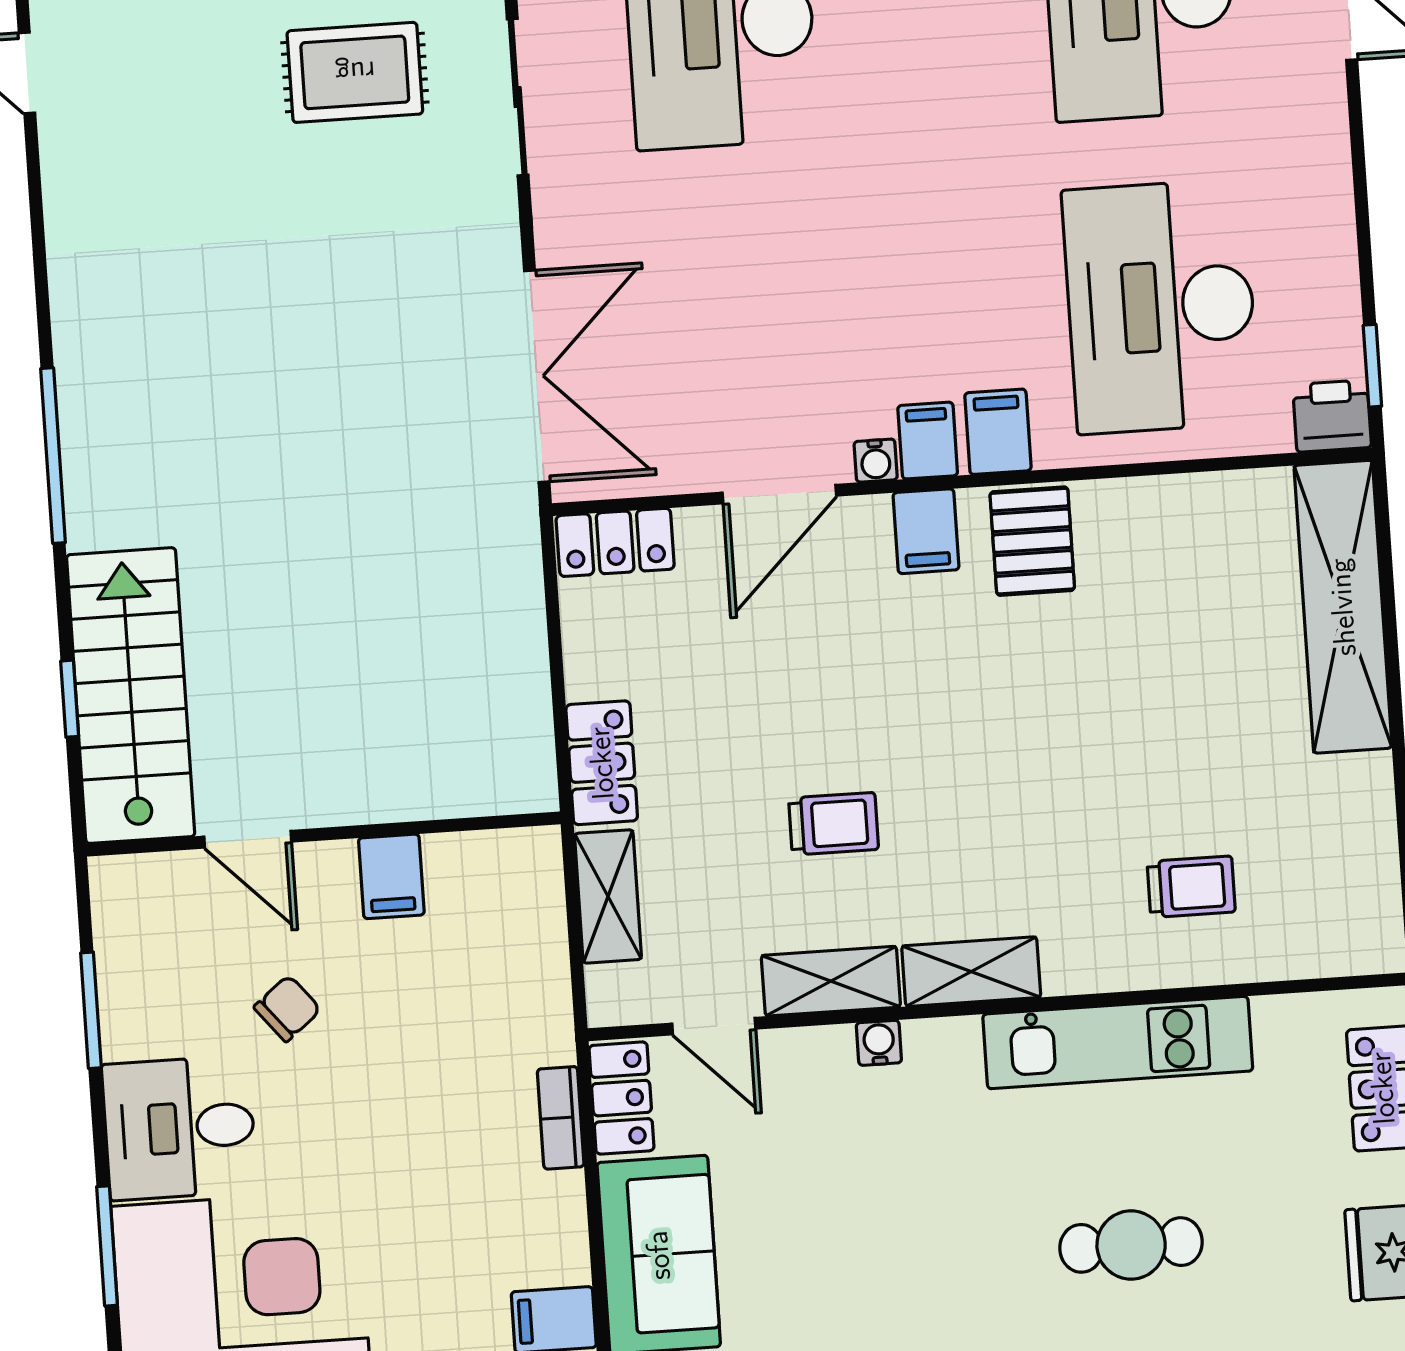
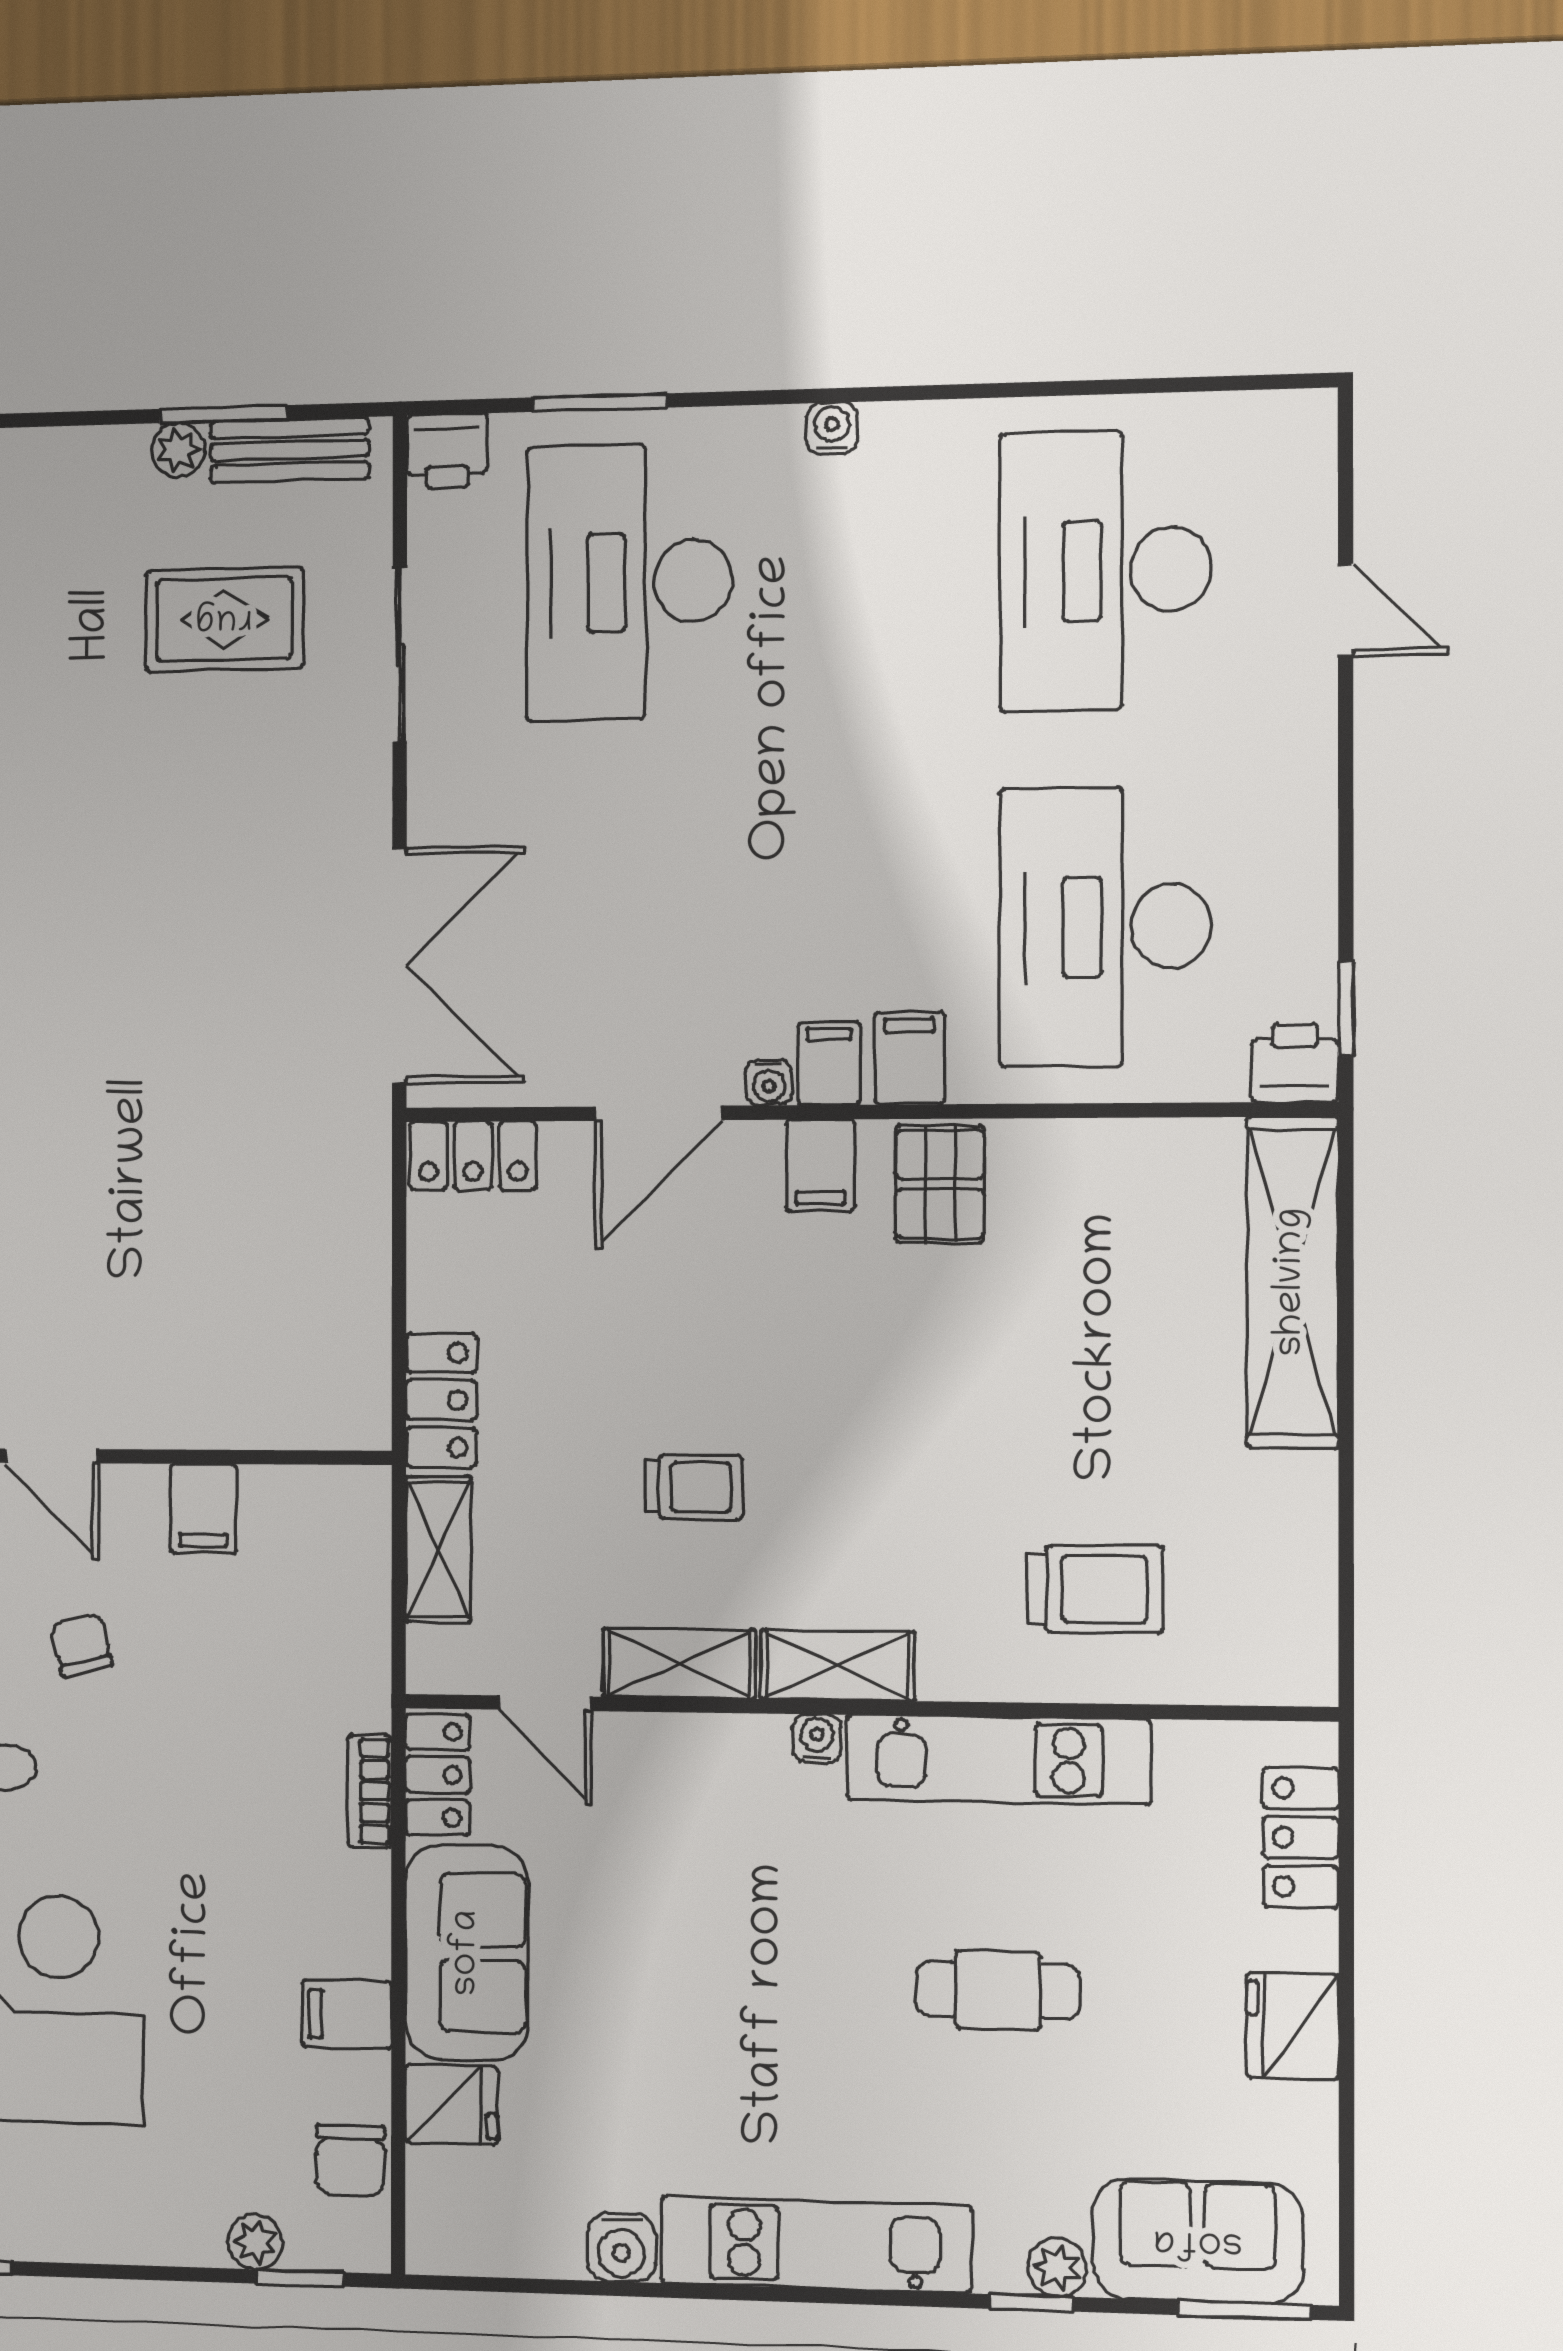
trolley: (1191, 887) -> (1095, 1589), width x1.36, depth x1.39
chair: (287, 1008) -> (81, 1645), turned -65
water cooler: (879, 1043) -> (817, 1738), moved

